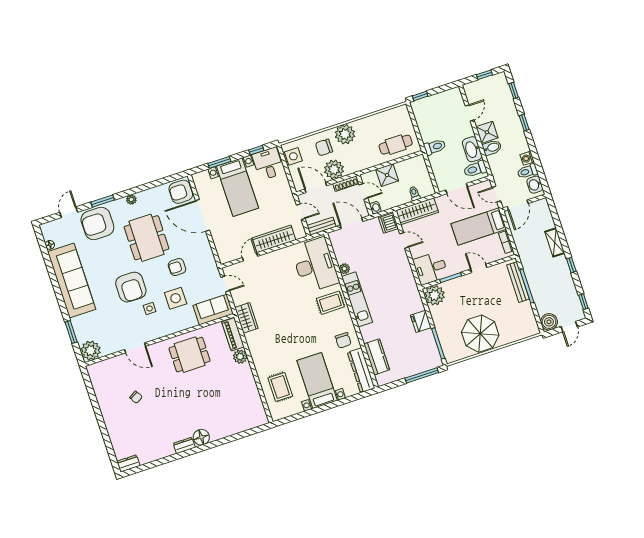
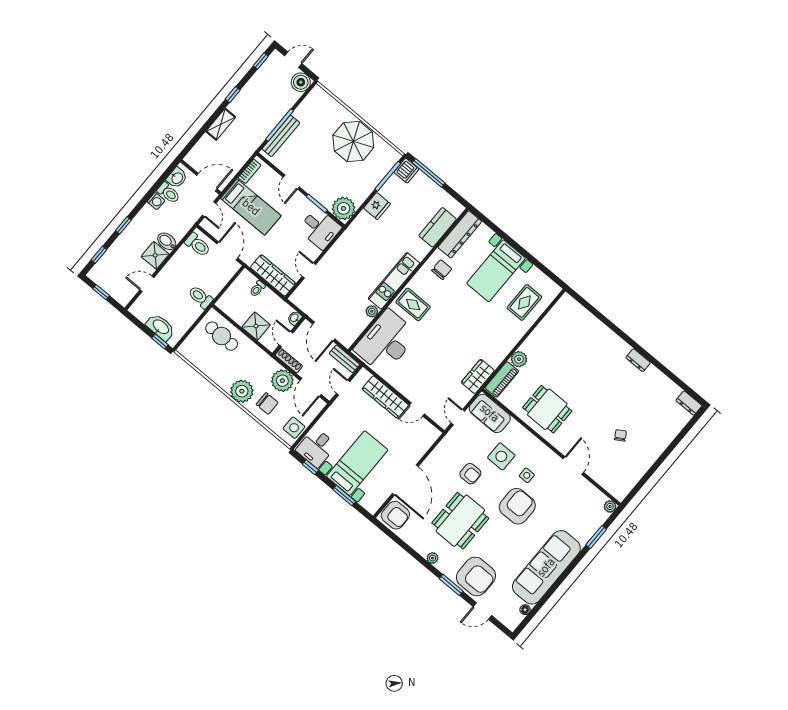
washbasin: (472, 149) -> (160, 327), moved, turned -90
dishwasher: (388, 223) -> (406, 171), moved
plant: (91, 351) -> (610, 506), width x0.53, depth x0.53
floor lamp: (201, 437) -> (620, 349), removed

